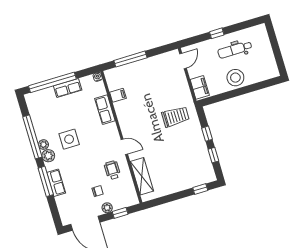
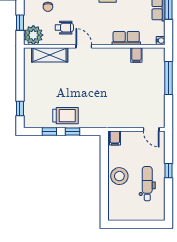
filing cabinet: (200, 87) -> (115, 138), width x0.50
trolley: (175, 117) -> (65, 116), moved, turned -90
door: (124, 147) -> (84, 46), swing flipped
plant: (107, 208) -> (33, 35), moved, width x1.88, depth x1.88

